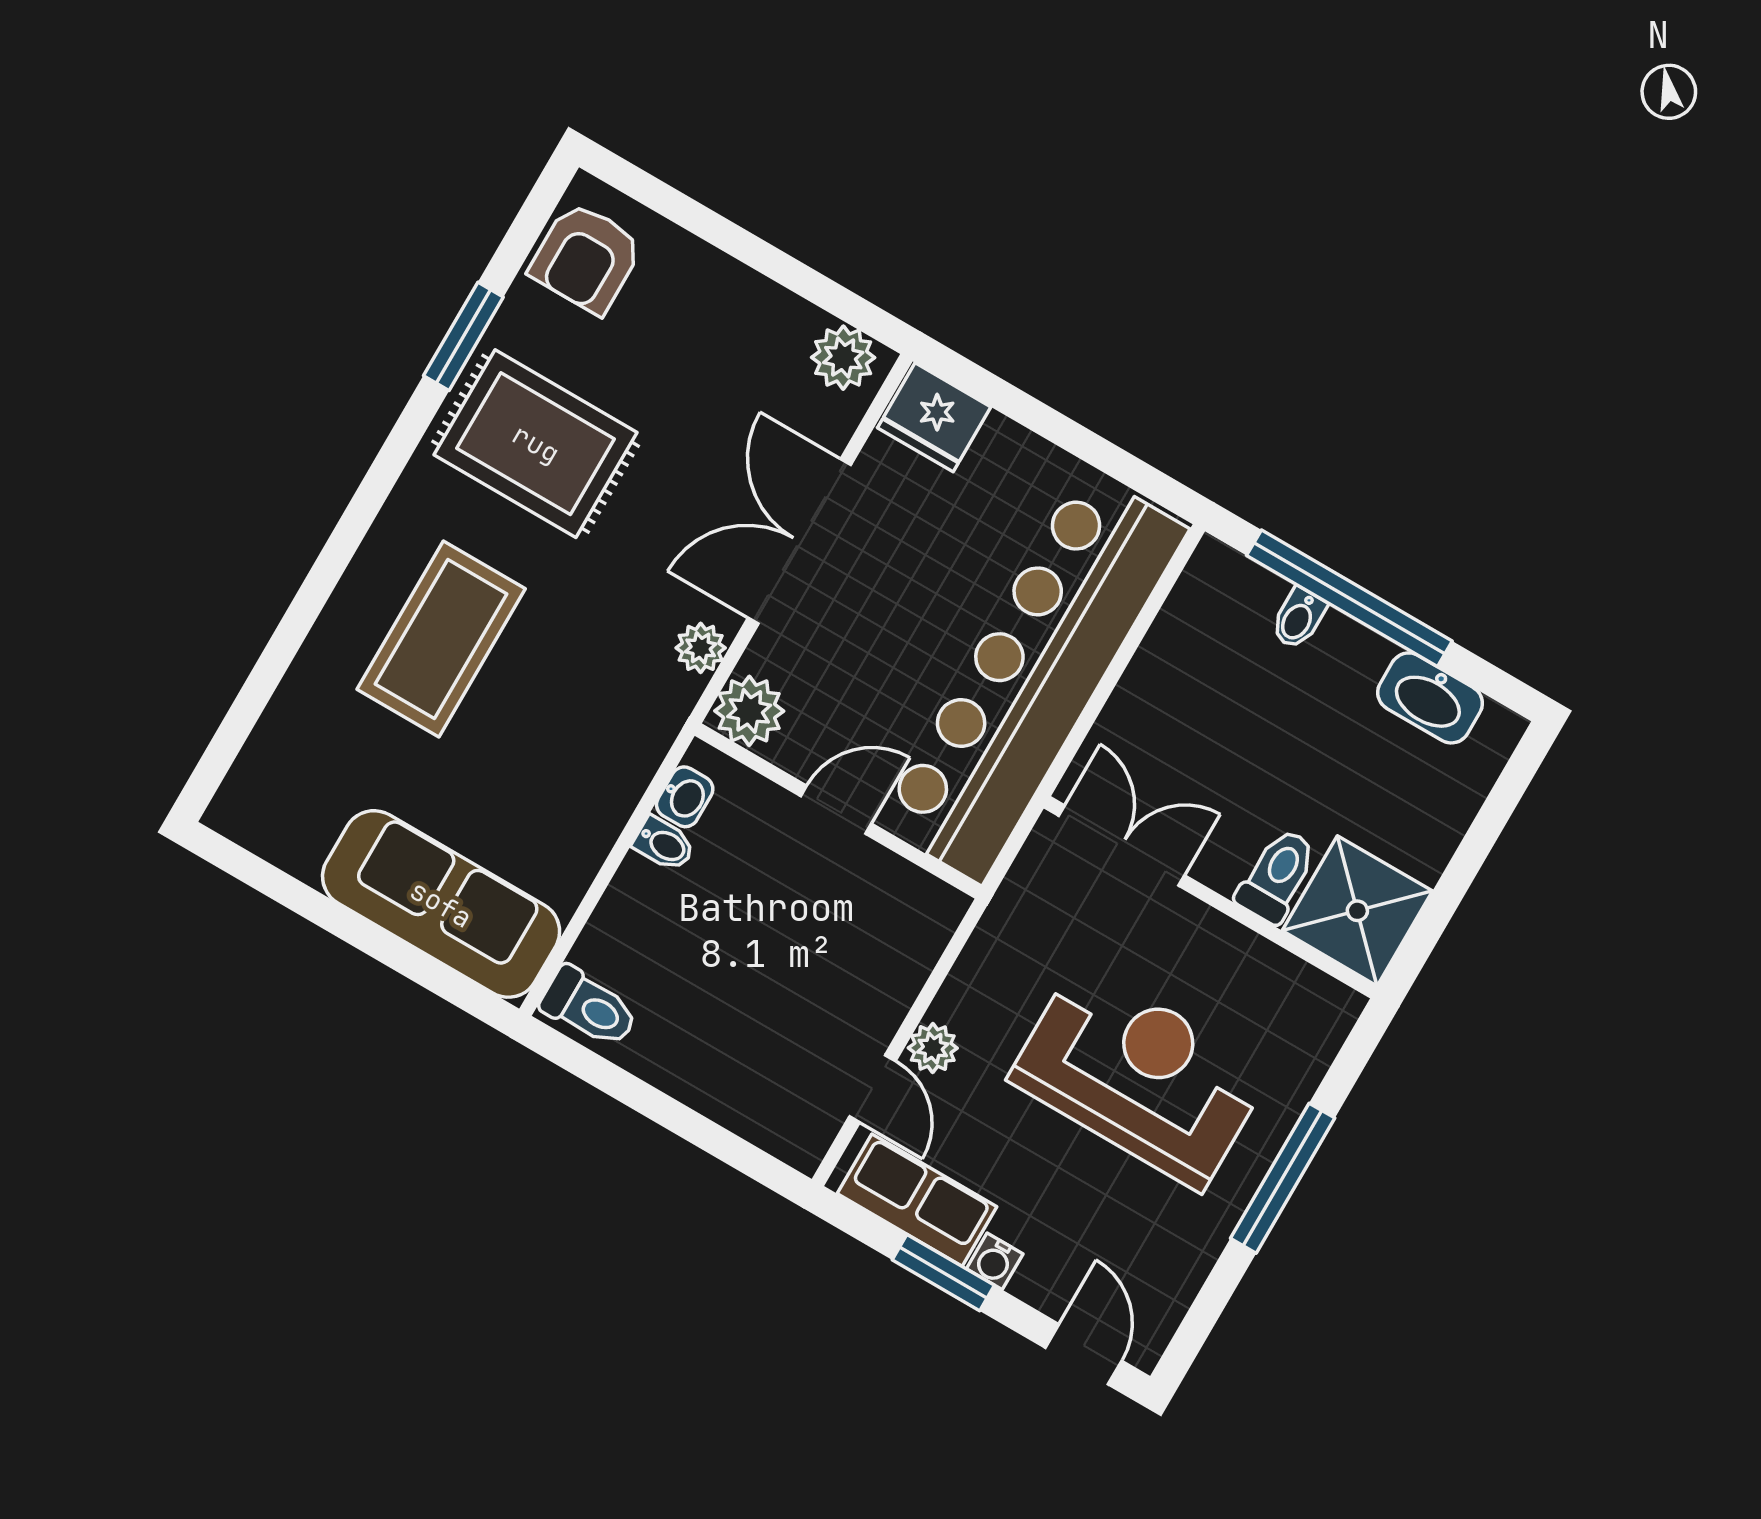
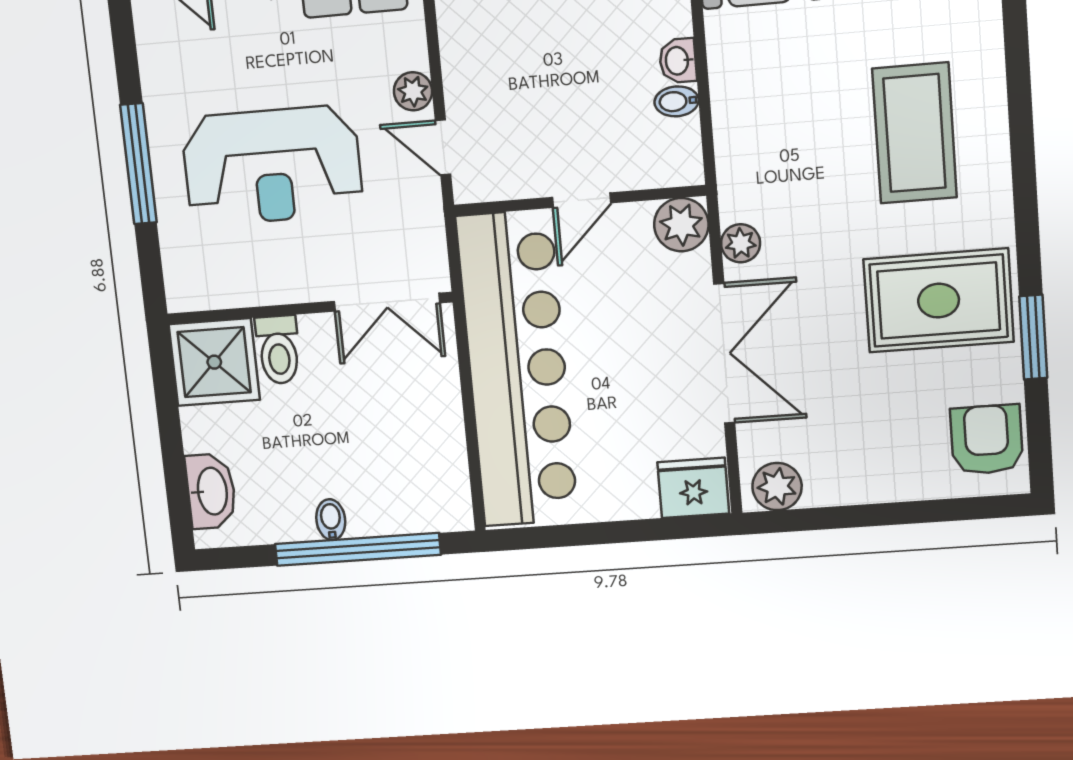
bidet: (1299, 618) -> (331, 520), moved
washbasin: (1430, 698) -> (211, 491), moved, turned 90
washbasin: (685, 797) -> (678, 61), moved
door: (872, 1089) -> (443, 147), moved

